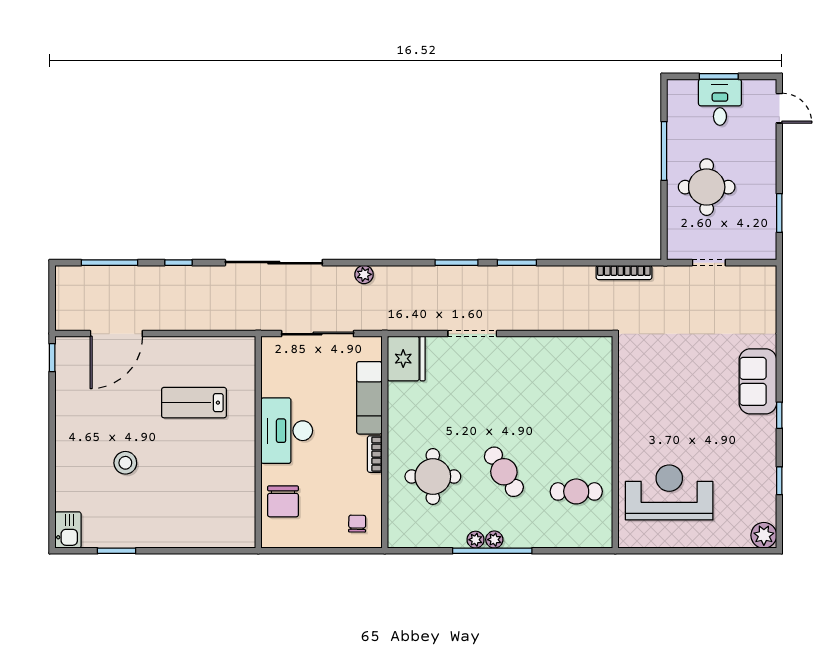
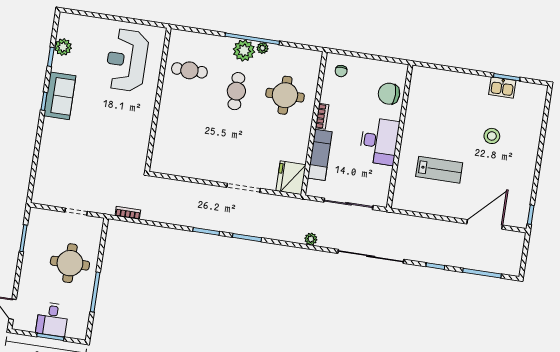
bookcase: (624, 272) -> (128, 213), width x0.64
sofa: (758, 381) -> (60, 96), moved
cafe table: (504, 472) -> (236, 91), turned 33
reception desk: (669, 492) -> (127, 60), turned 90
chair: (283, 501) -> (389, 94), turned -90
kitchen sink: (68, 530) -> (502, 88), moved, turned -90
plant: (764, 535) -> (63, 47), moved
plant: (494, 540) -> (244, 50), width x1.88, depth x1.88

